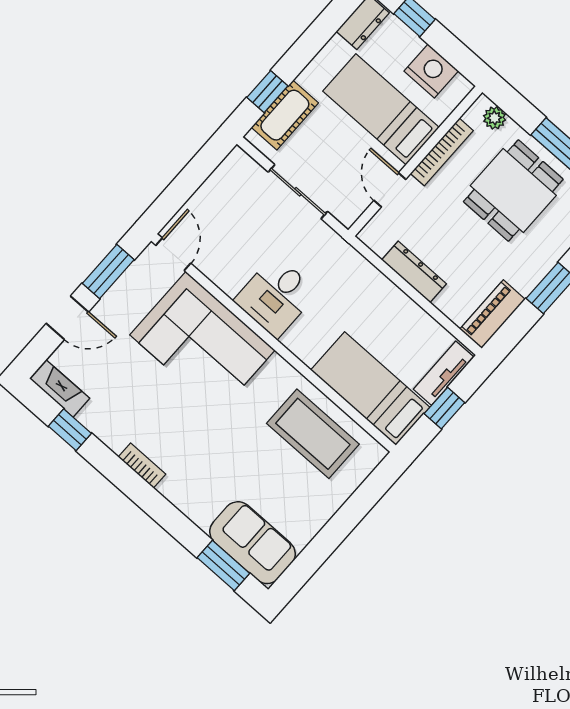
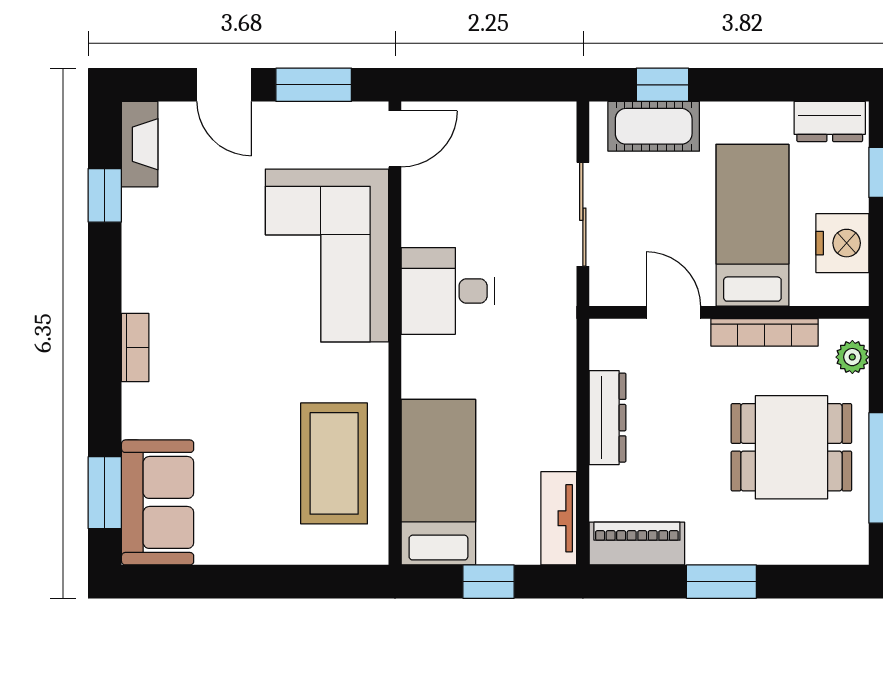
door: (390, 190) -> (673, 312), hinge flipped
tv unit: (444, 373) -> (559, 518), moved, turned -90
bookcase: (142, 466) -> (135, 348), moved

